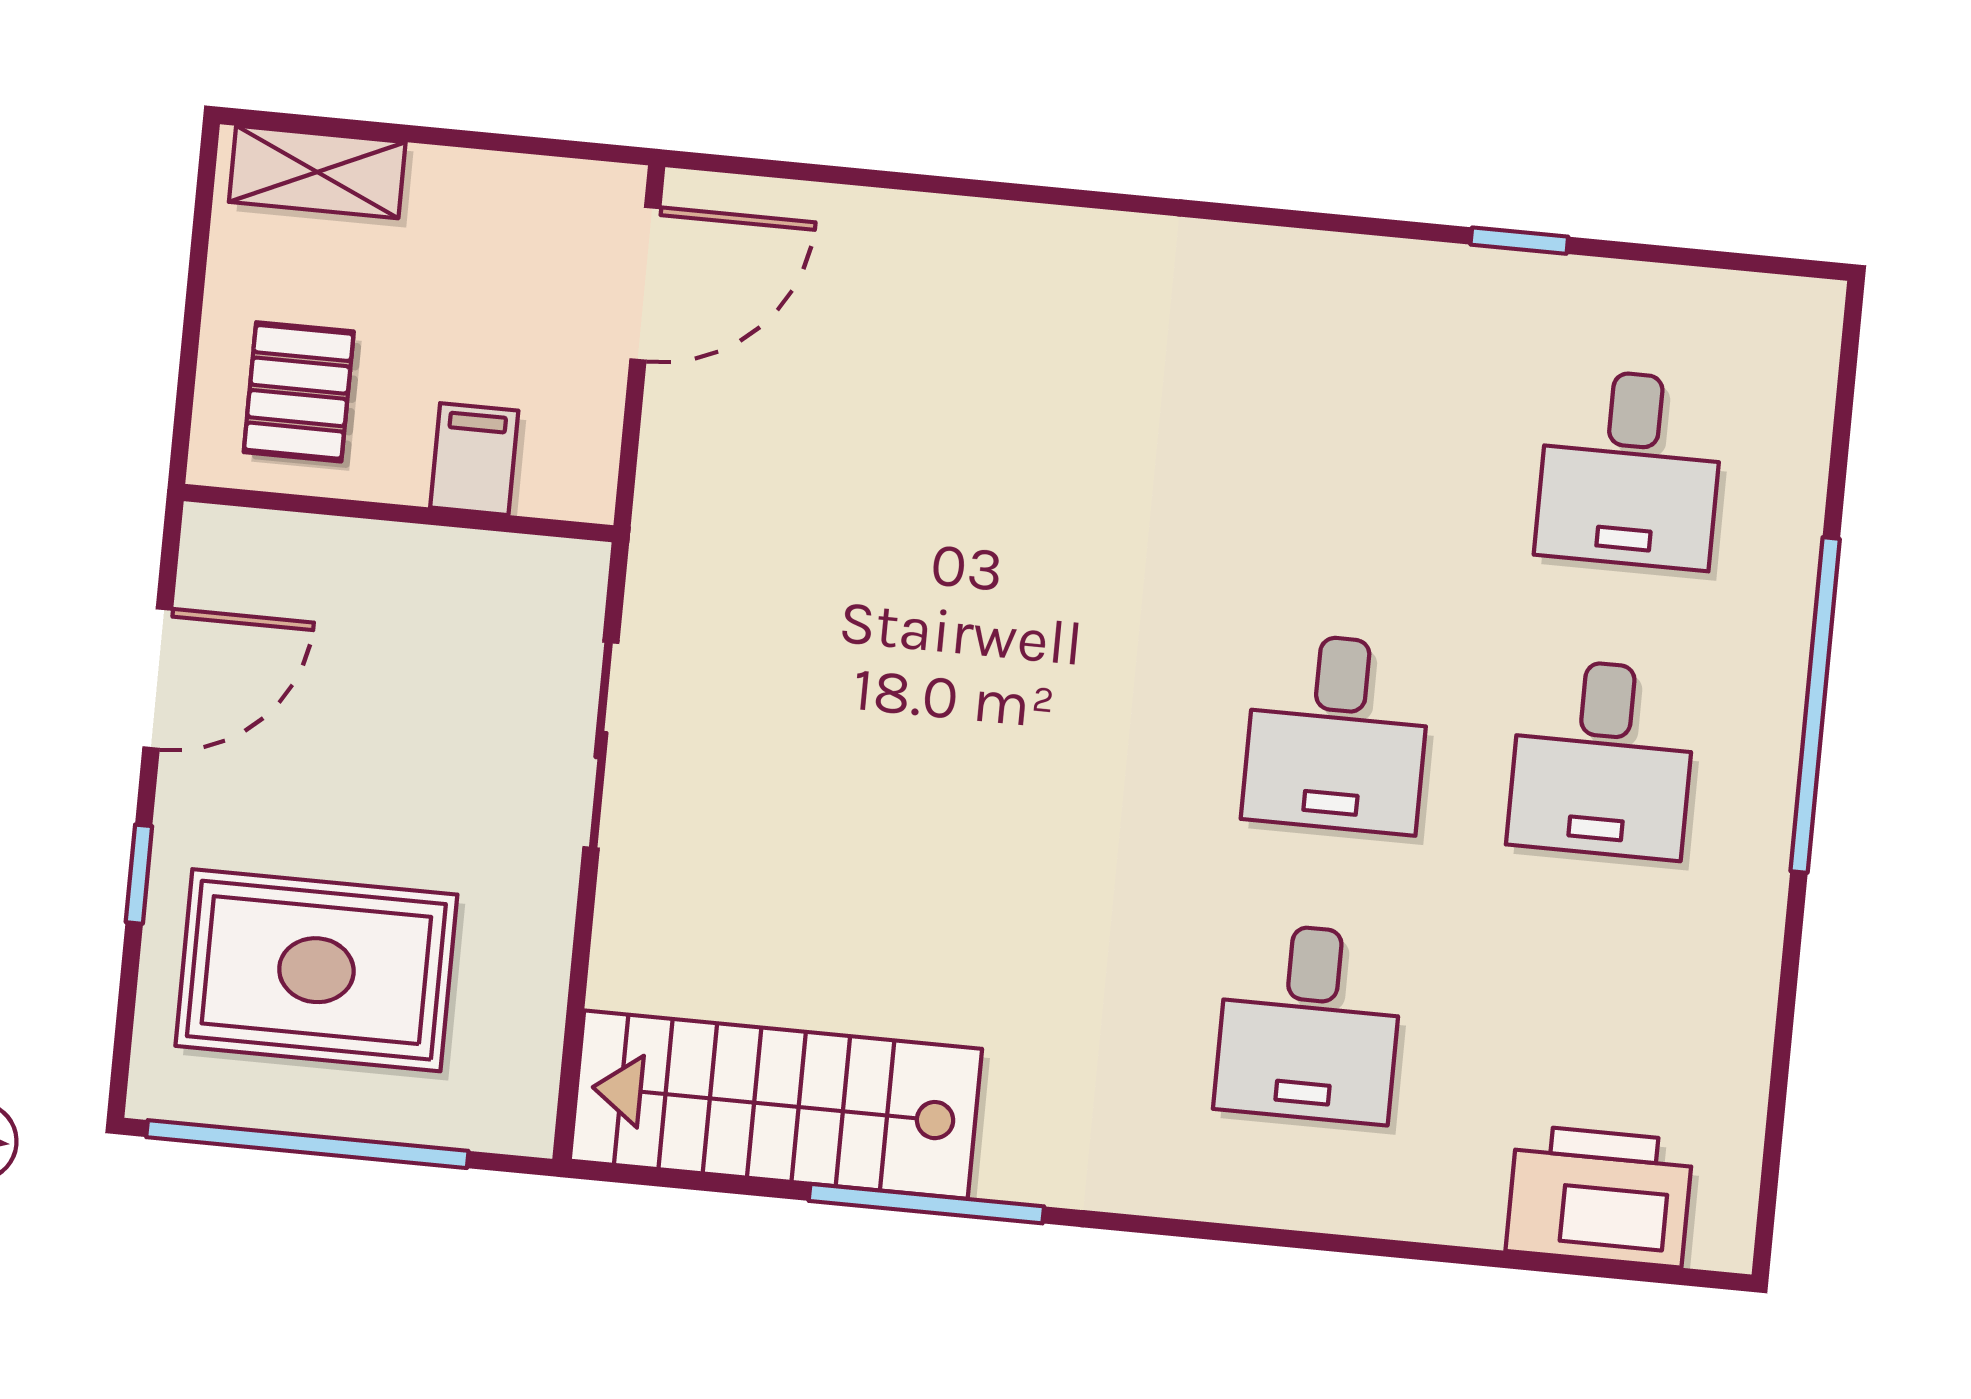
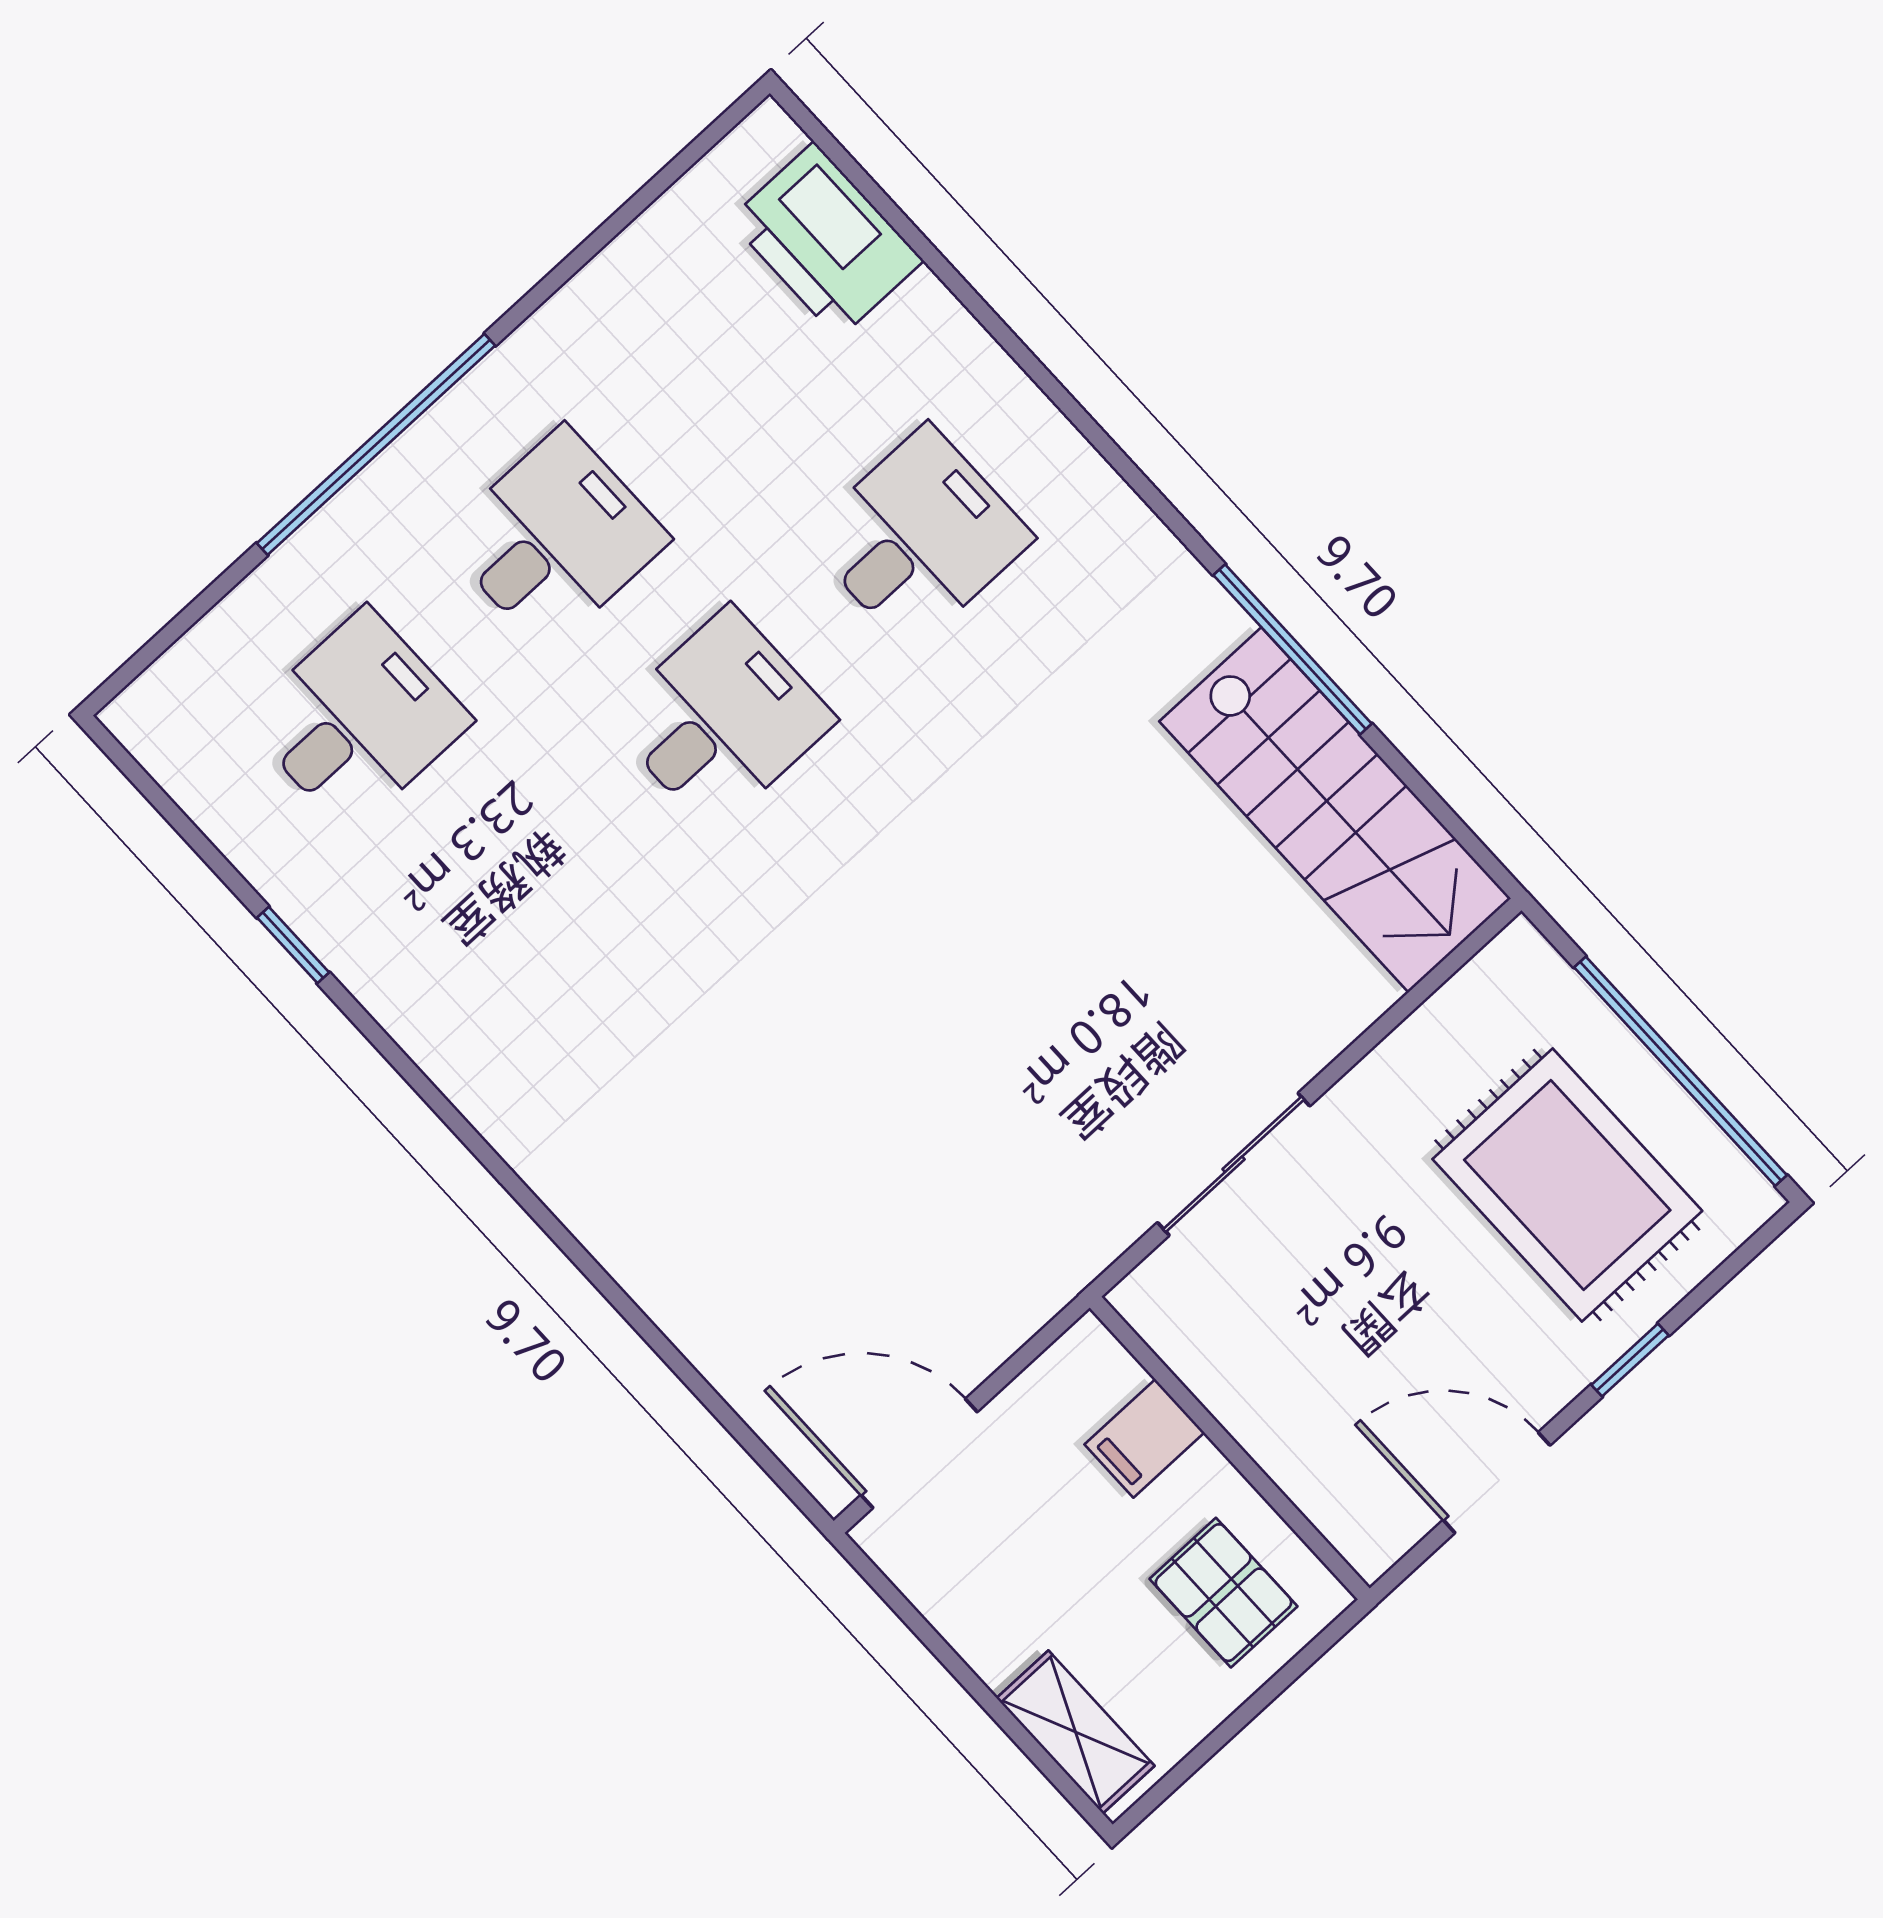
pallet: (299, 392) -> (1223, 1593), turned 90

